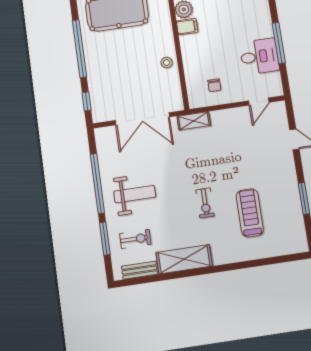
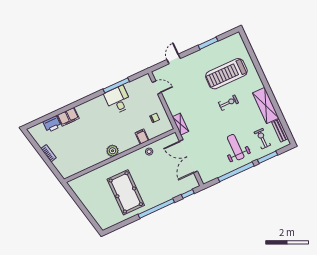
filing cabinet: (187, 27) -> (142, 137), moved
desk: (259, 56) -> (118, 100), moved
double door: (142, 119) -> (188, 156), swing flipped
treadmill: (250, 213) -> (226, 74), width x1.37, depth x1.38

